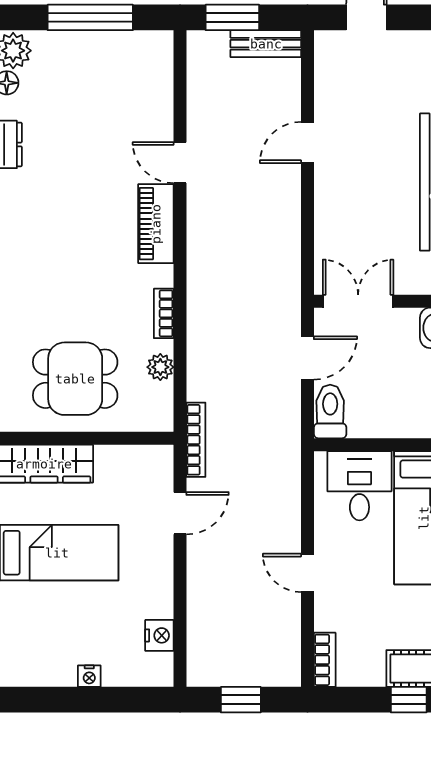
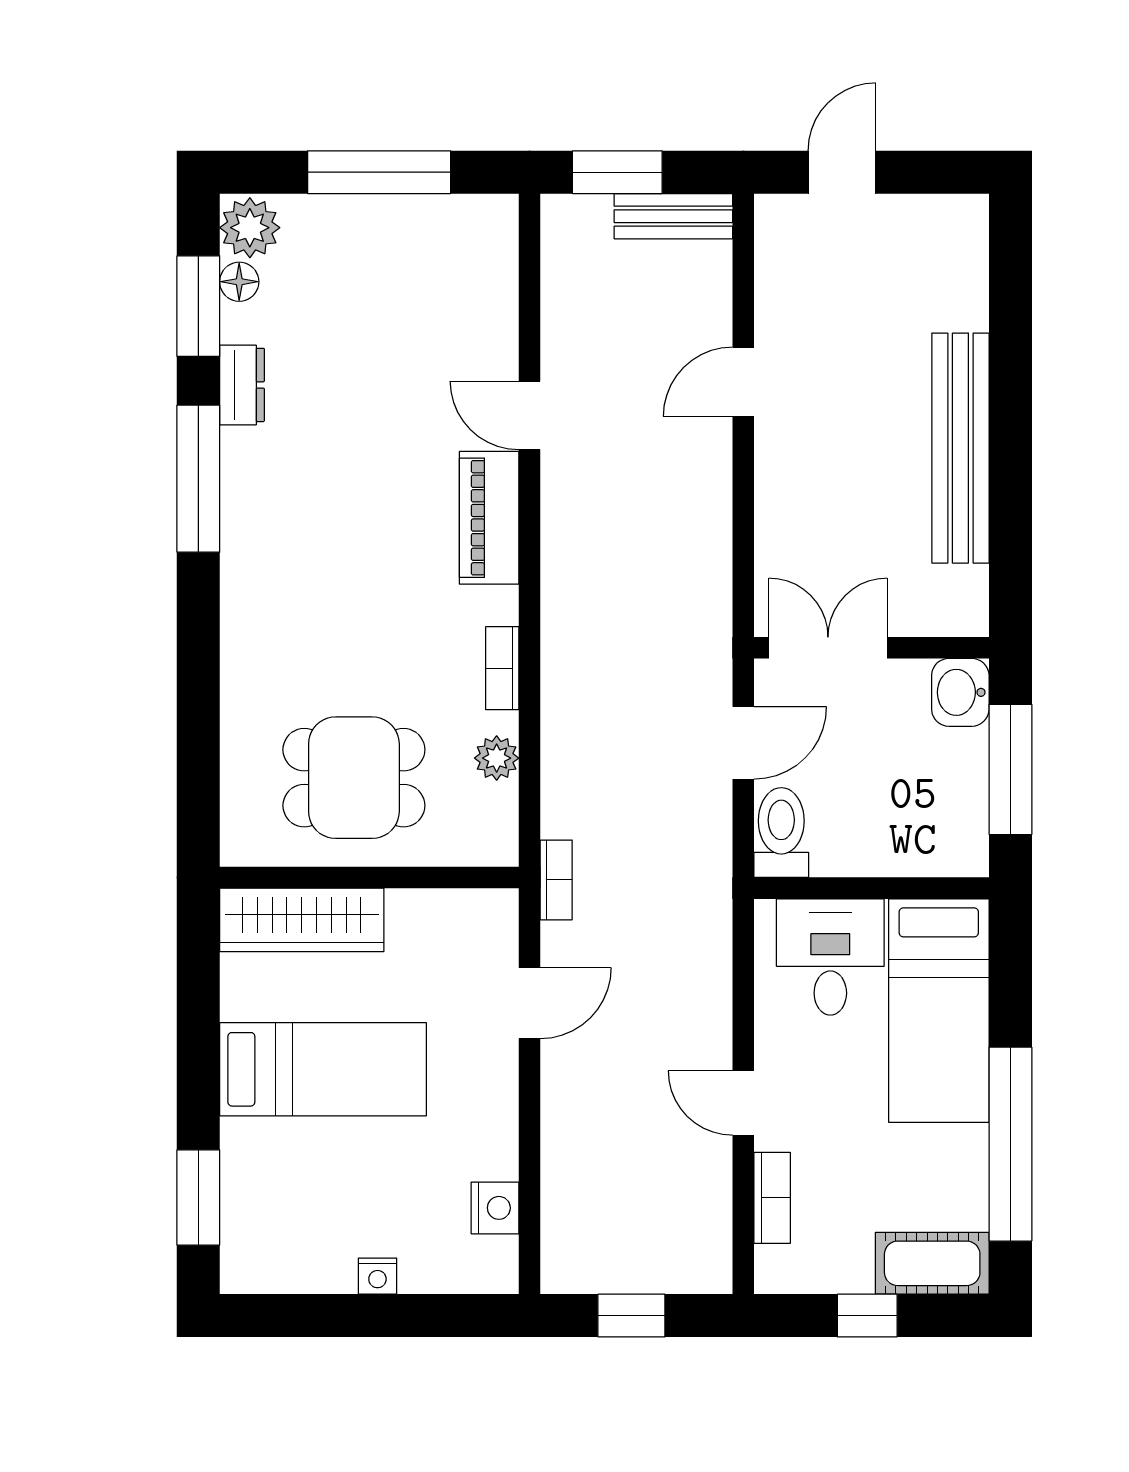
bookcase: (196, 440) -> (556, 880), width x0.64
bookcase: (325, 660) -> (772, 1198), moved
window: (409, 700) -> (867, 1316), moved

